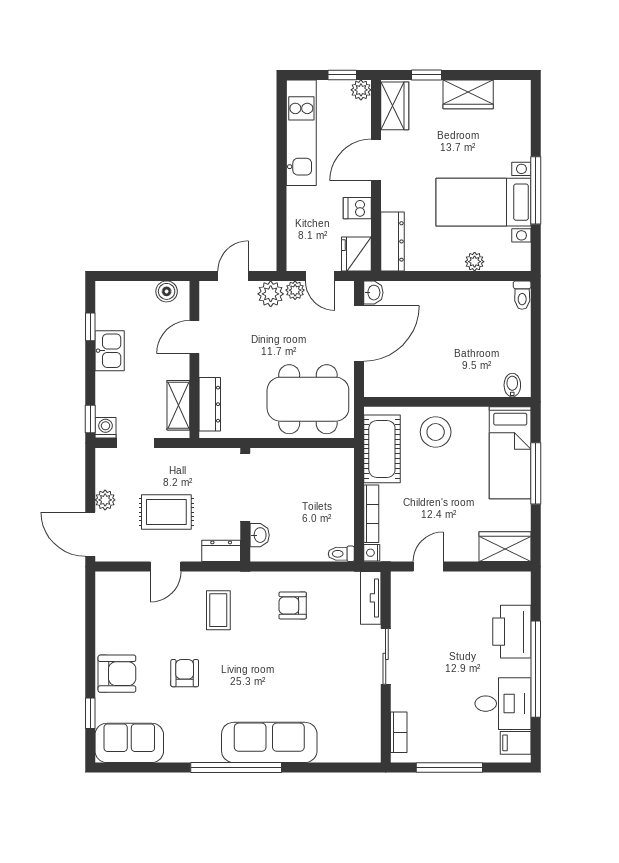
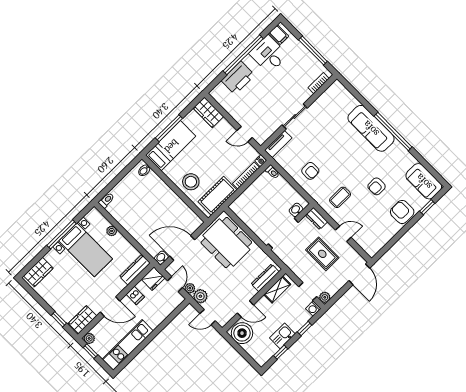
wardrobe: (468, 94) -> (38, 272), moved, turned 90
boiler: (167, 291) -> (242, 333), width x1.86, depth x1.86
window: (90, 419) -> (305, 329), moved
plant: (105, 500) -> (325, 297), moved

